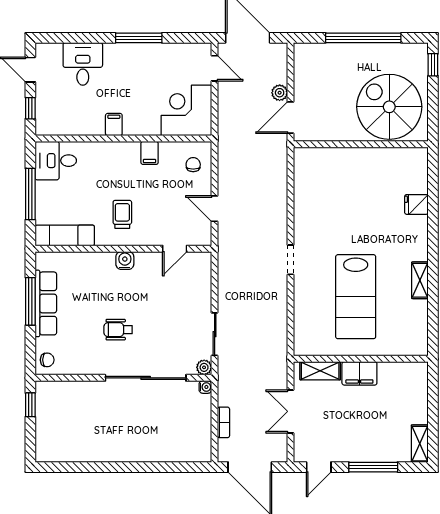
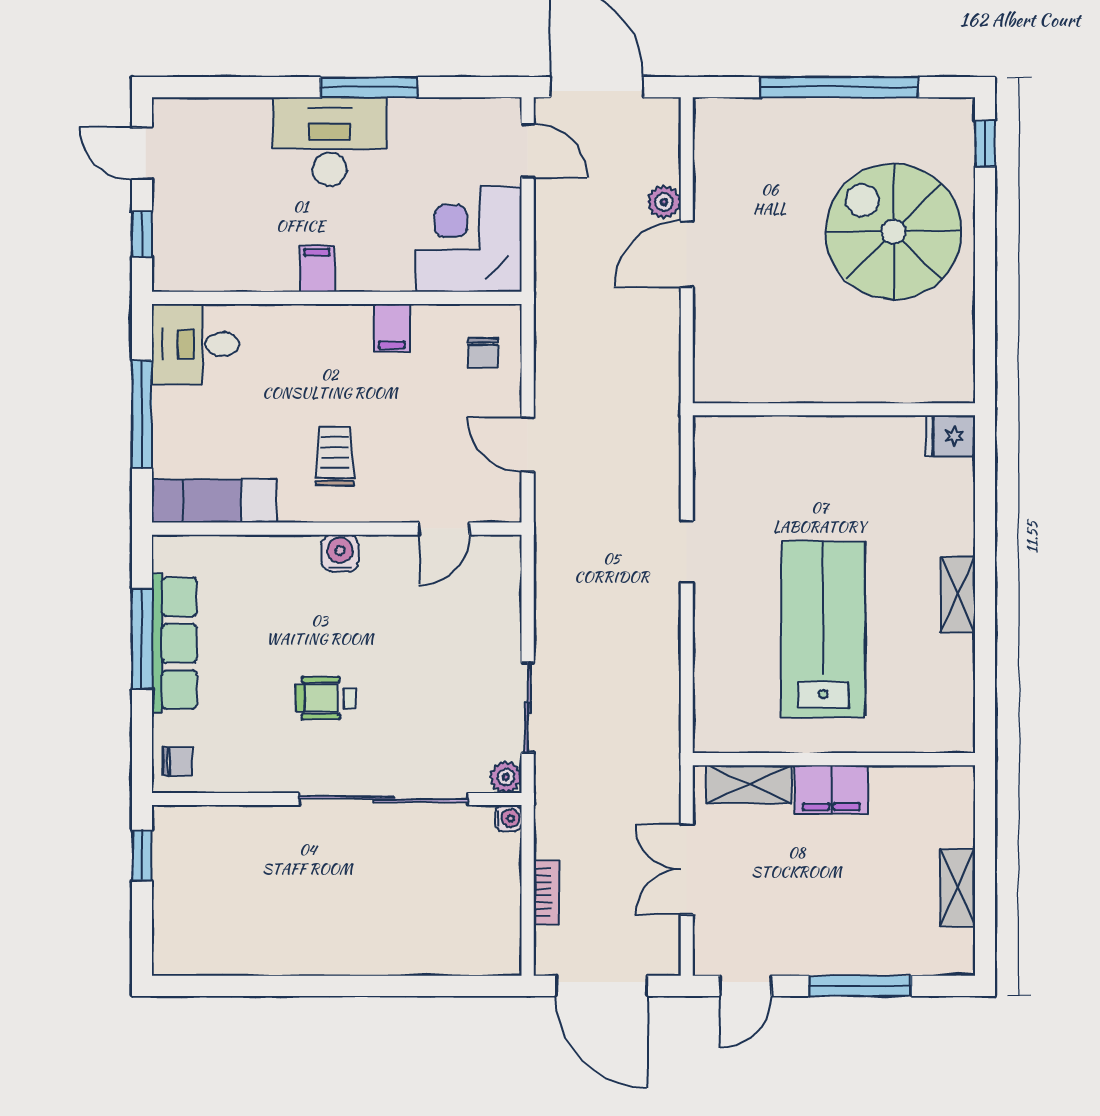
desk: (83, 64) -> (330, 142), moved, width x1.37
wall: (361, 144) -> (834, 409), moved
chair: (193, 165) -> (483, 353), turned 180
lab bench: (356, 297) -> (823, 629), turned 180
shelving: (420, 444) -> (957, 888), moved

